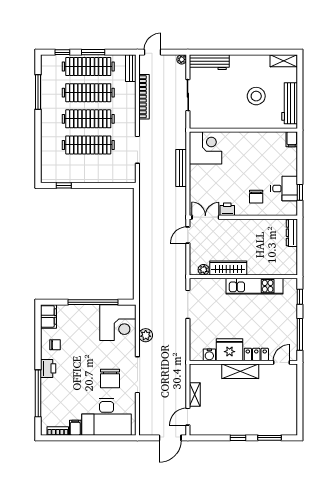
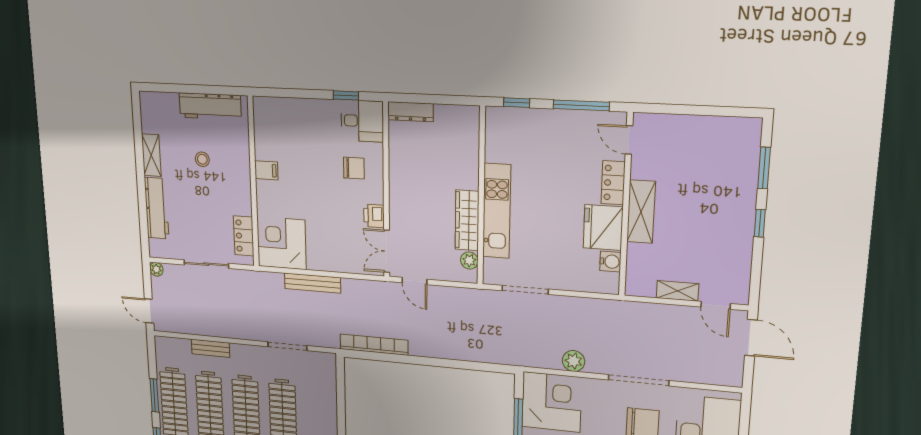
shelving: (284, 61) -> (151, 155), moved
workbench: (209, 62) -> (157, 208), moved
bench: (131, 68) -> (210, 348), moved
stool: (256, 96) -> (202, 159), width x0.53, depth x0.53
bookcase: (144, 97) -> (374, 345), moved
locker: (208, 122) -> (244, 236), added
filing cabinet: (292, 139) -> (266, 170), moved
desk: (284, 188) -> (362, 121), moved, turned 90
kitchen unit: (255, 286) -> (497, 211), moved

